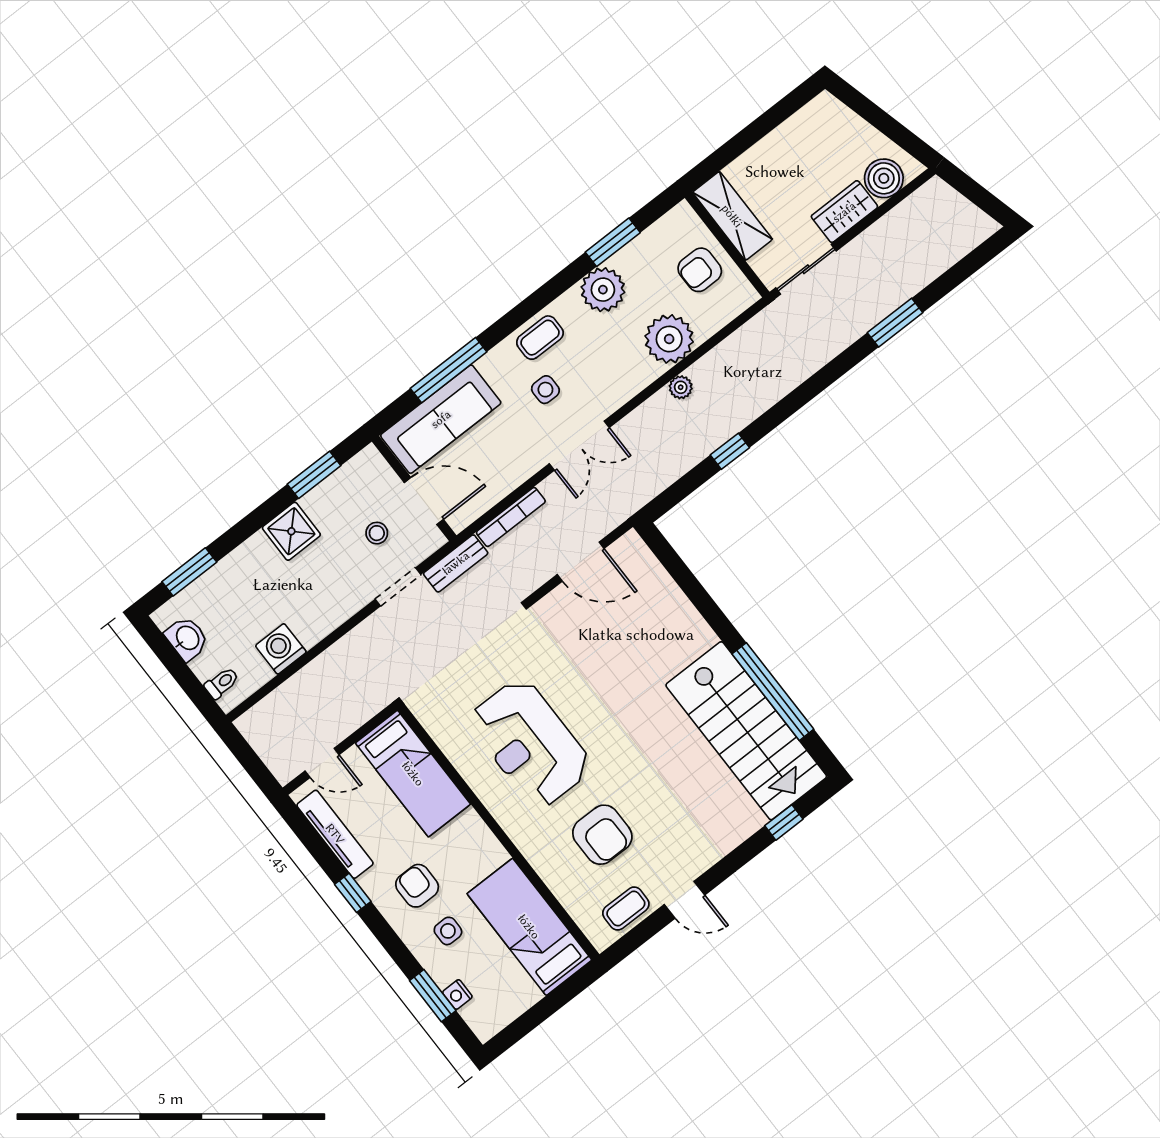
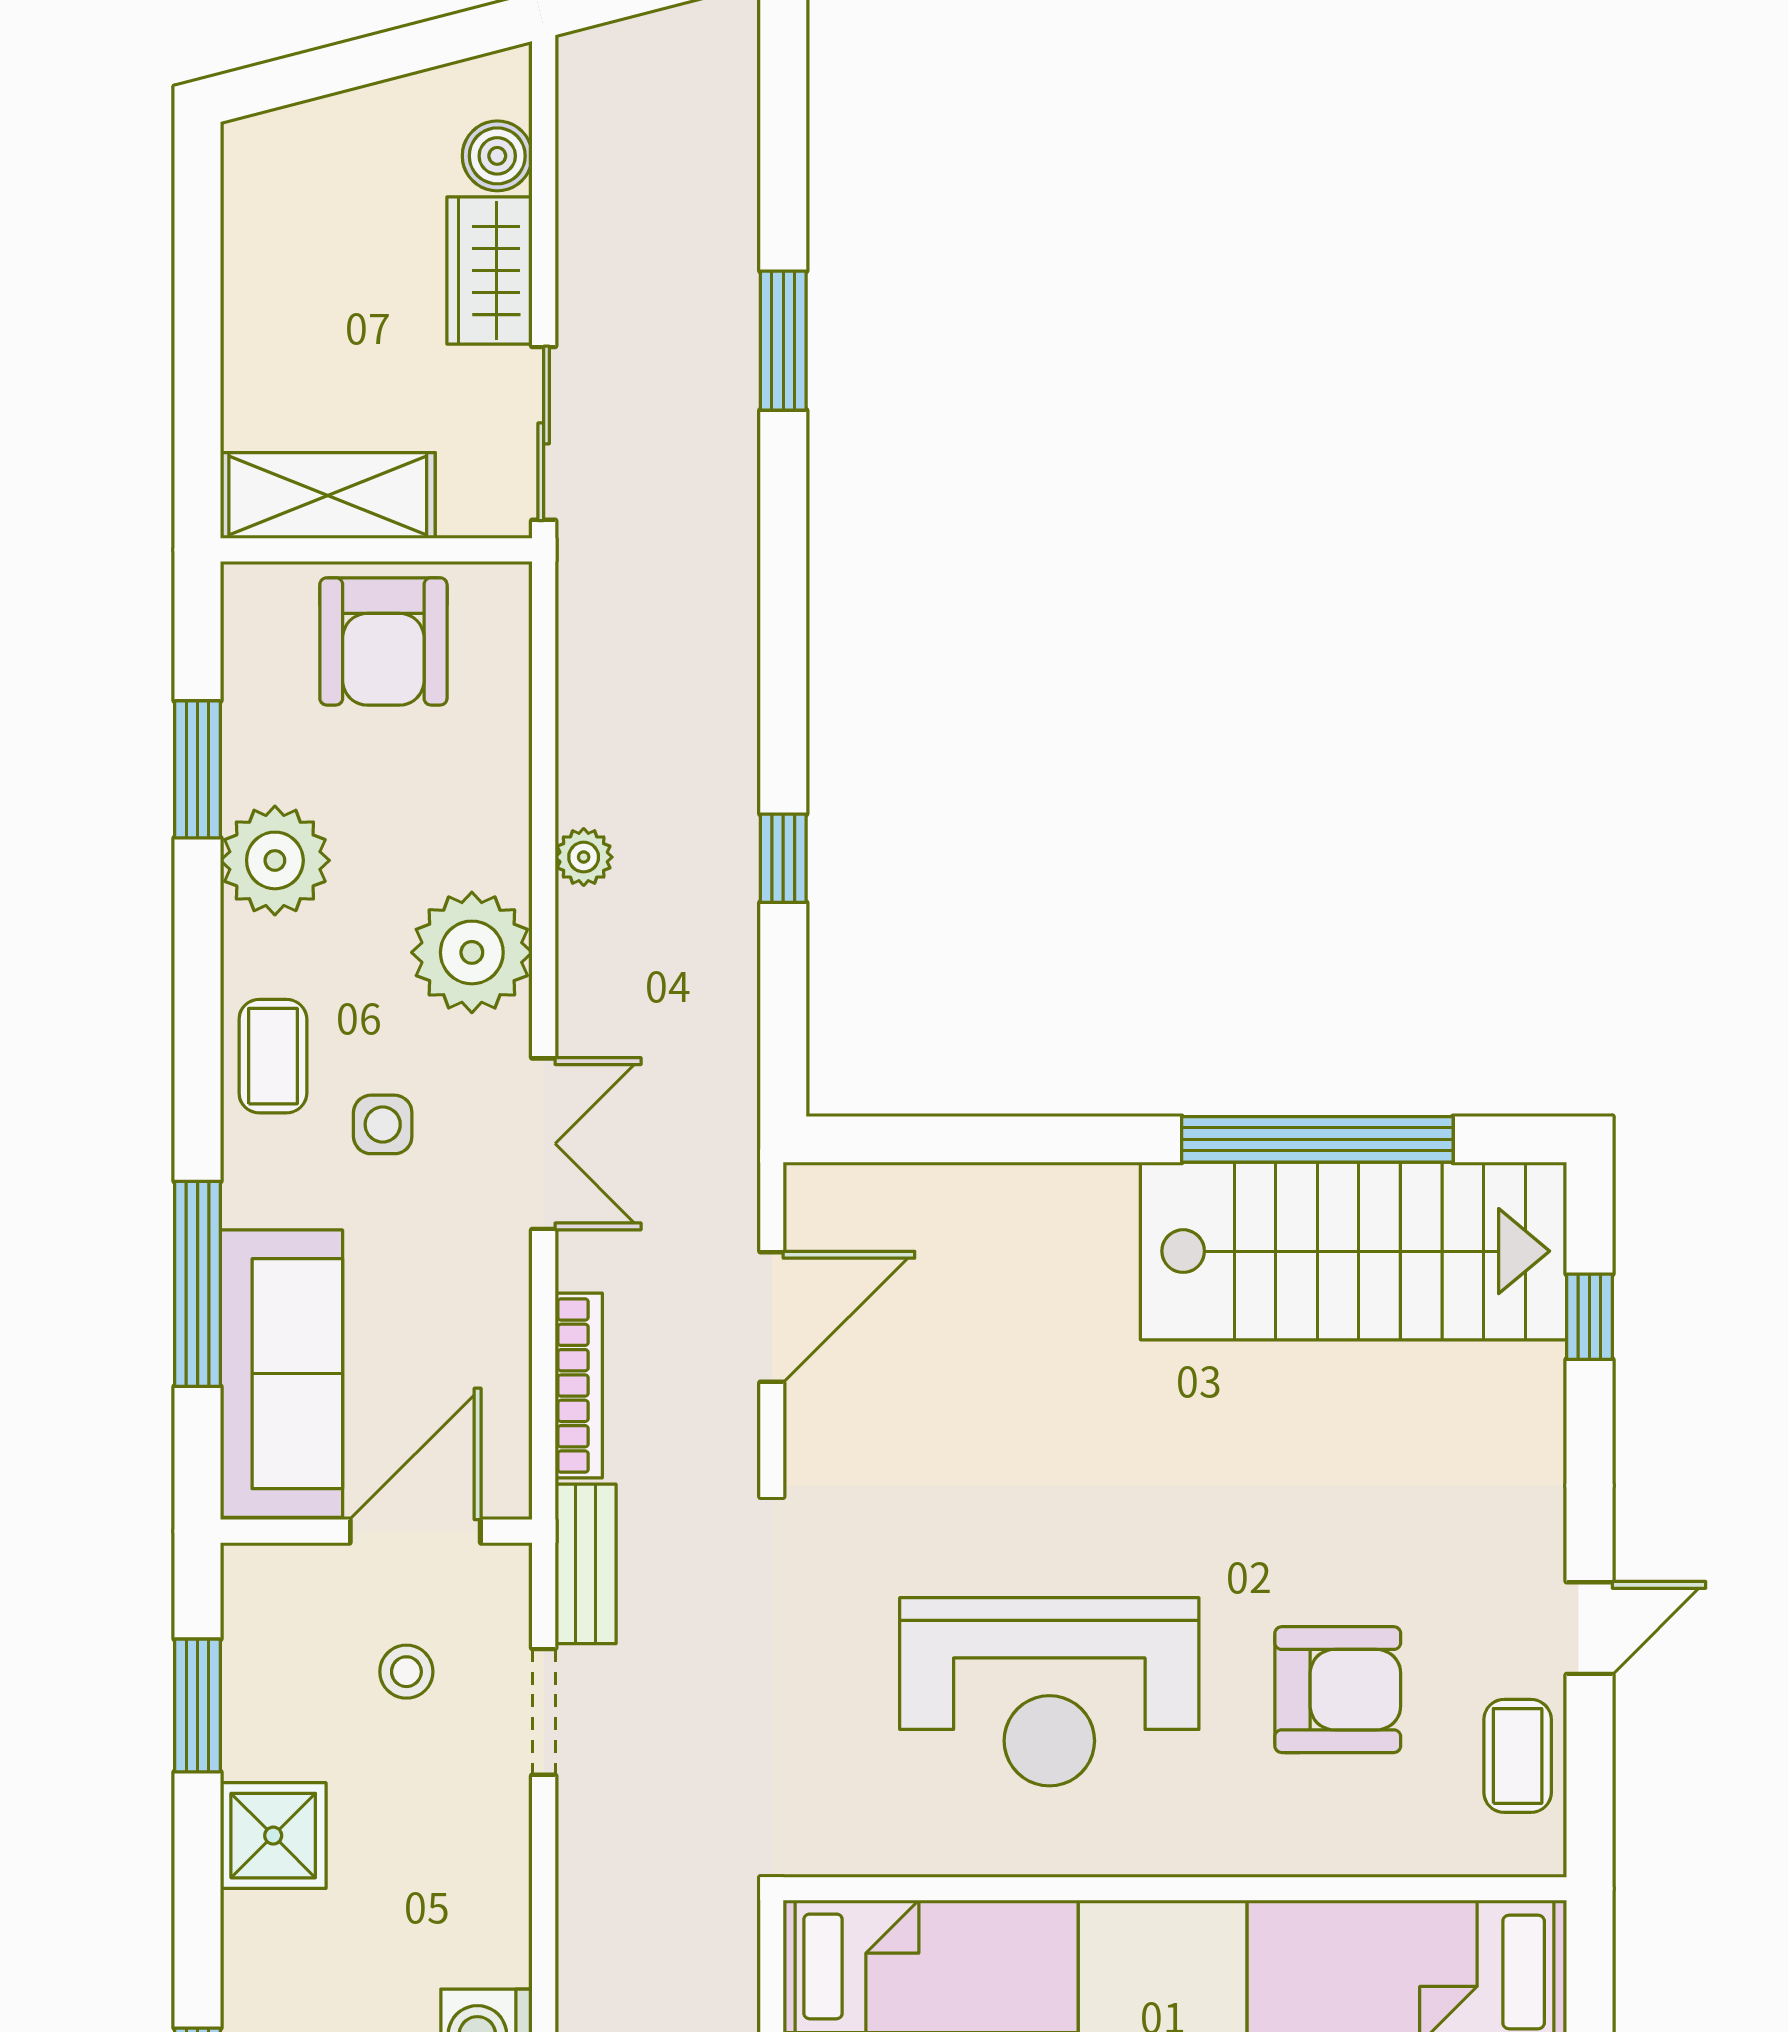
boiler: (884, 178) -> (497, 156), width x0.73, depth x0.73
armchair: (700, 270) -> (383, 641), width x1.38, depth x1.38
plant: (669, 339) -> (472, 952), moved

